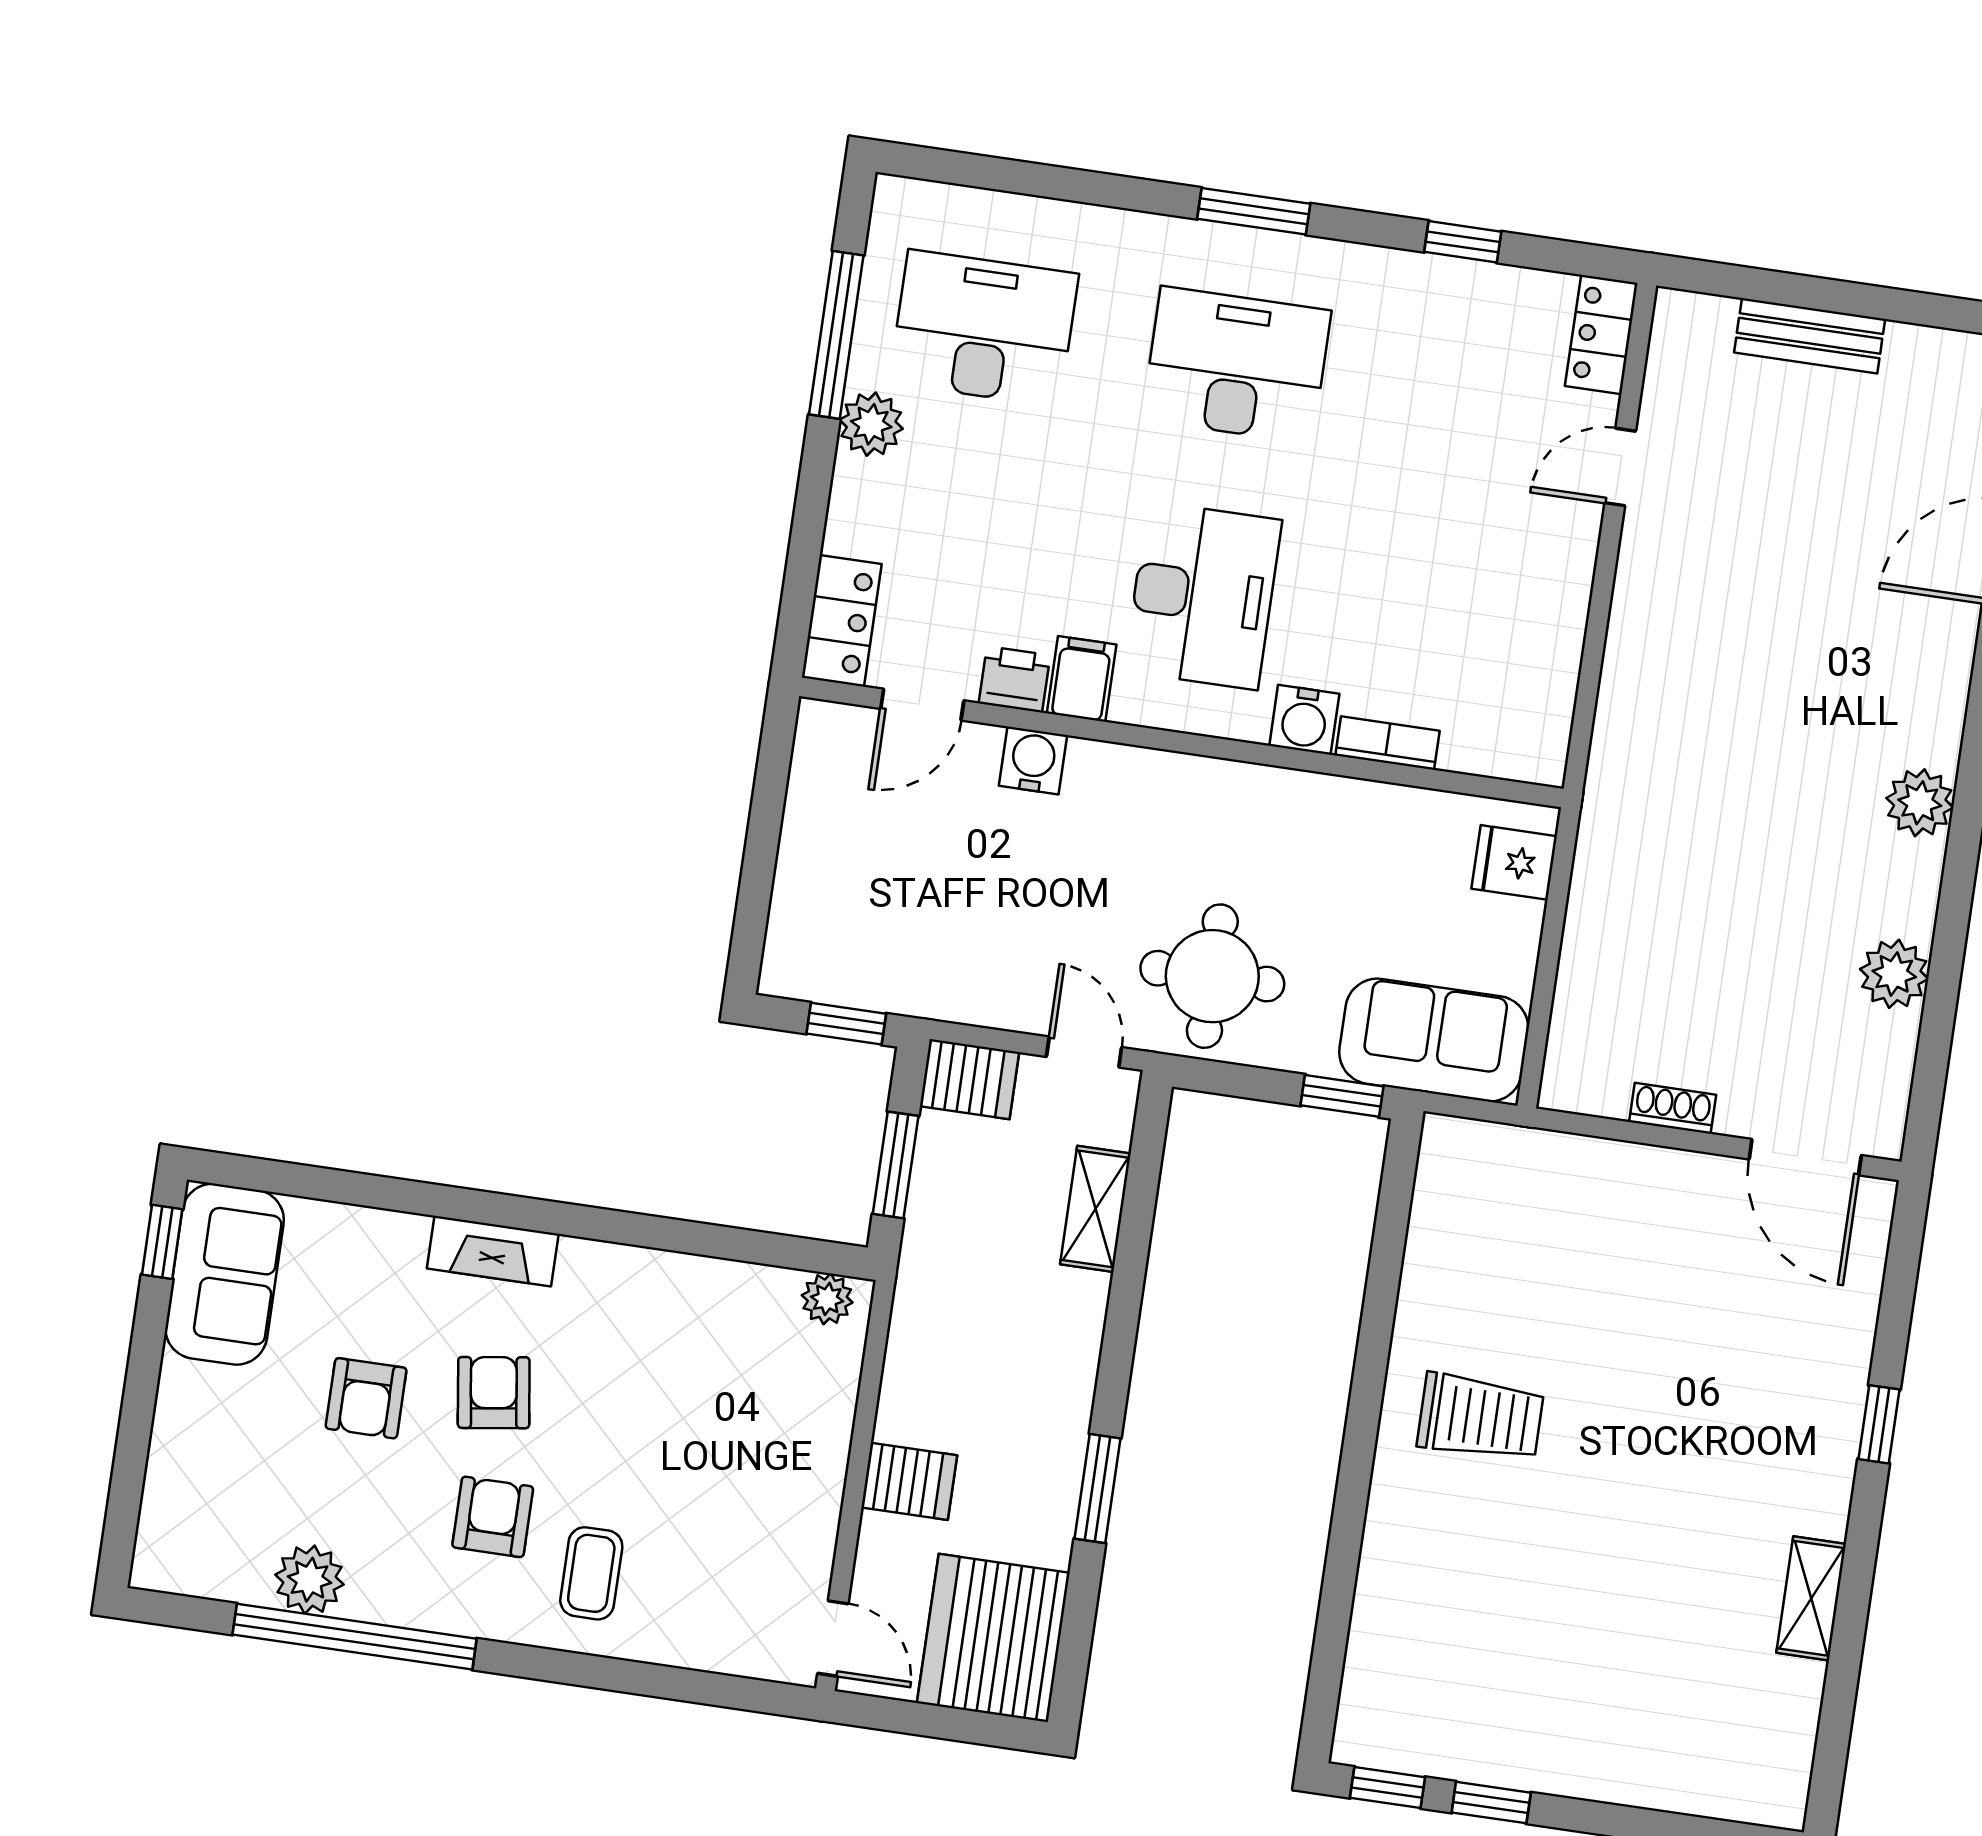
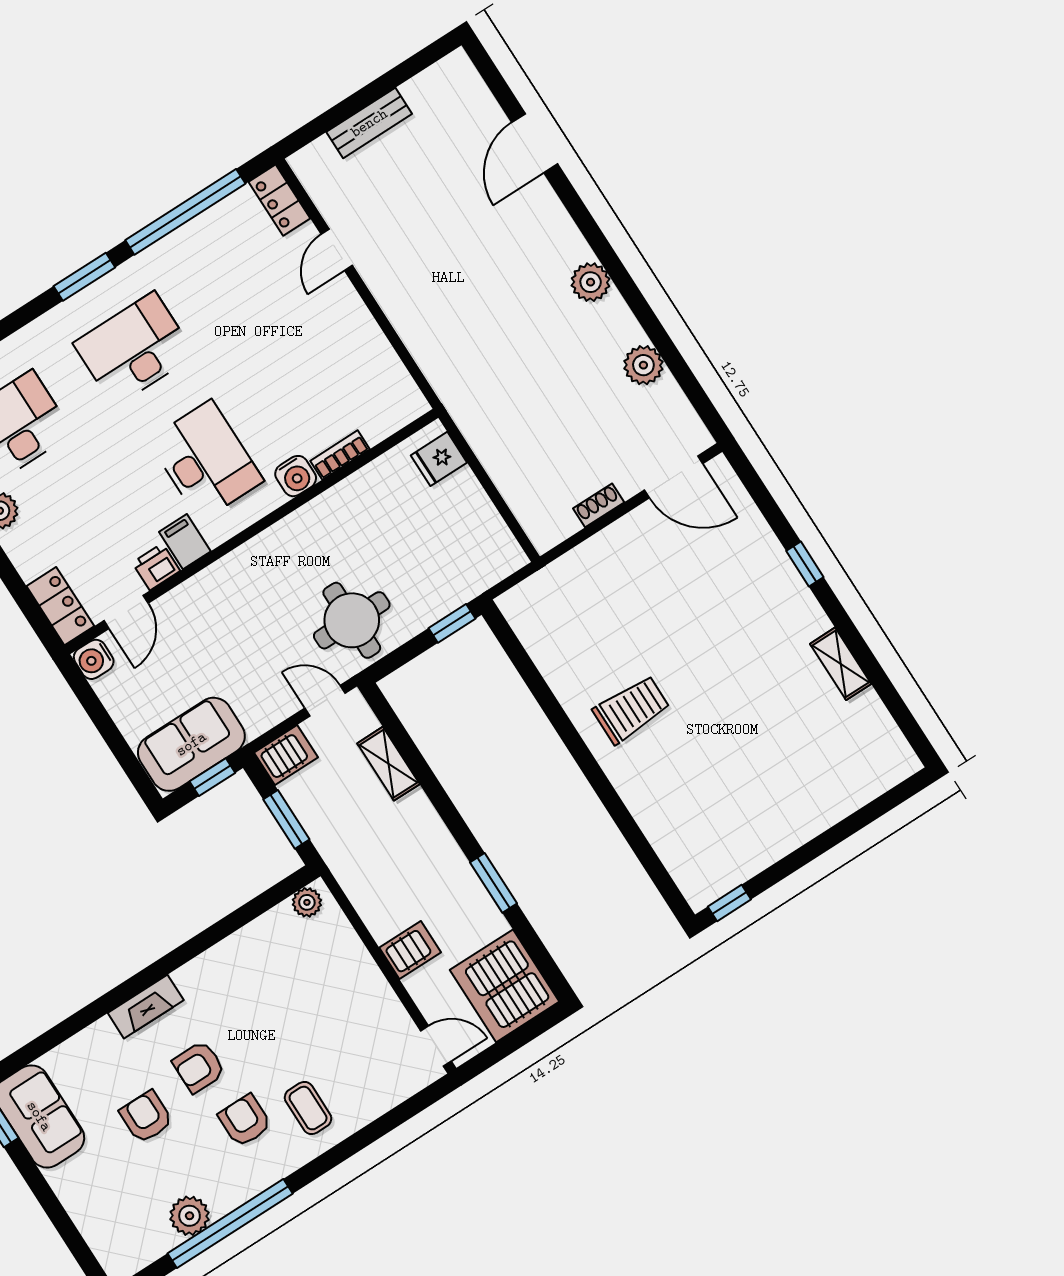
window: (1463, 242) -> (185, 212), width x3.17
water cooler: (1033, 760) -> (94, 659), moved, turned -90
sofa: (1434, 1040) -> (191, 744), moved
armchair: (494, 1393) -> (199, 1067), turned -82
armchair: (366, 1398) -> (146, 1117), turned 180
window: (1491, 1803) -> (779, 871), removed

